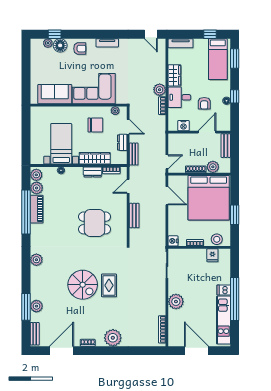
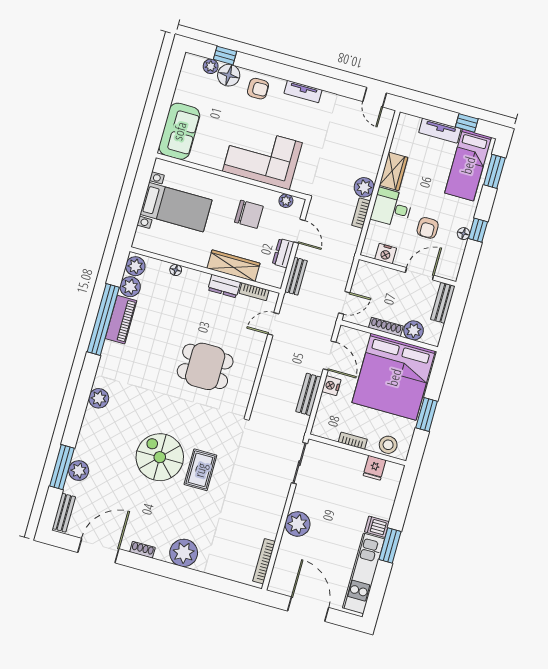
tv unit: (181, 43) -> (440, 131), moved
sofa: (55, 94) -> (179, 131), moved, turned 90
bed with nightstands: (61, 144) -> (176, 207), moved, turned 90
bench: (134, 215) -> (309, 394), moved
nightstand: (173, 241) -> (331, 386), moved
spiral stairs: (83, 285) -> (160, 457), turned 180
window: (235, 299) -> (390, 546), width x0.47

